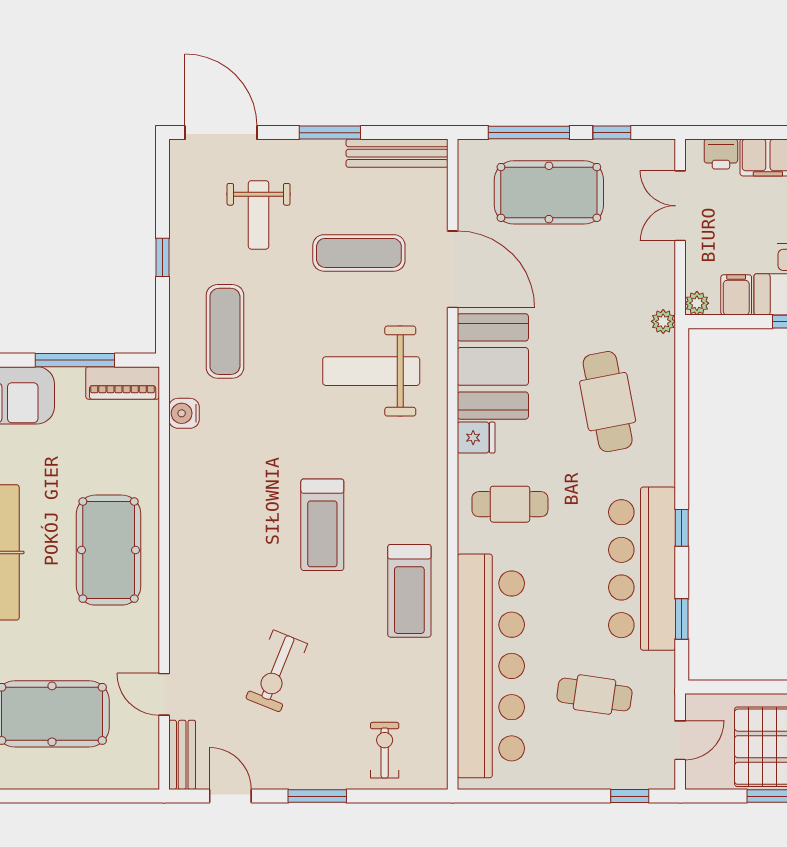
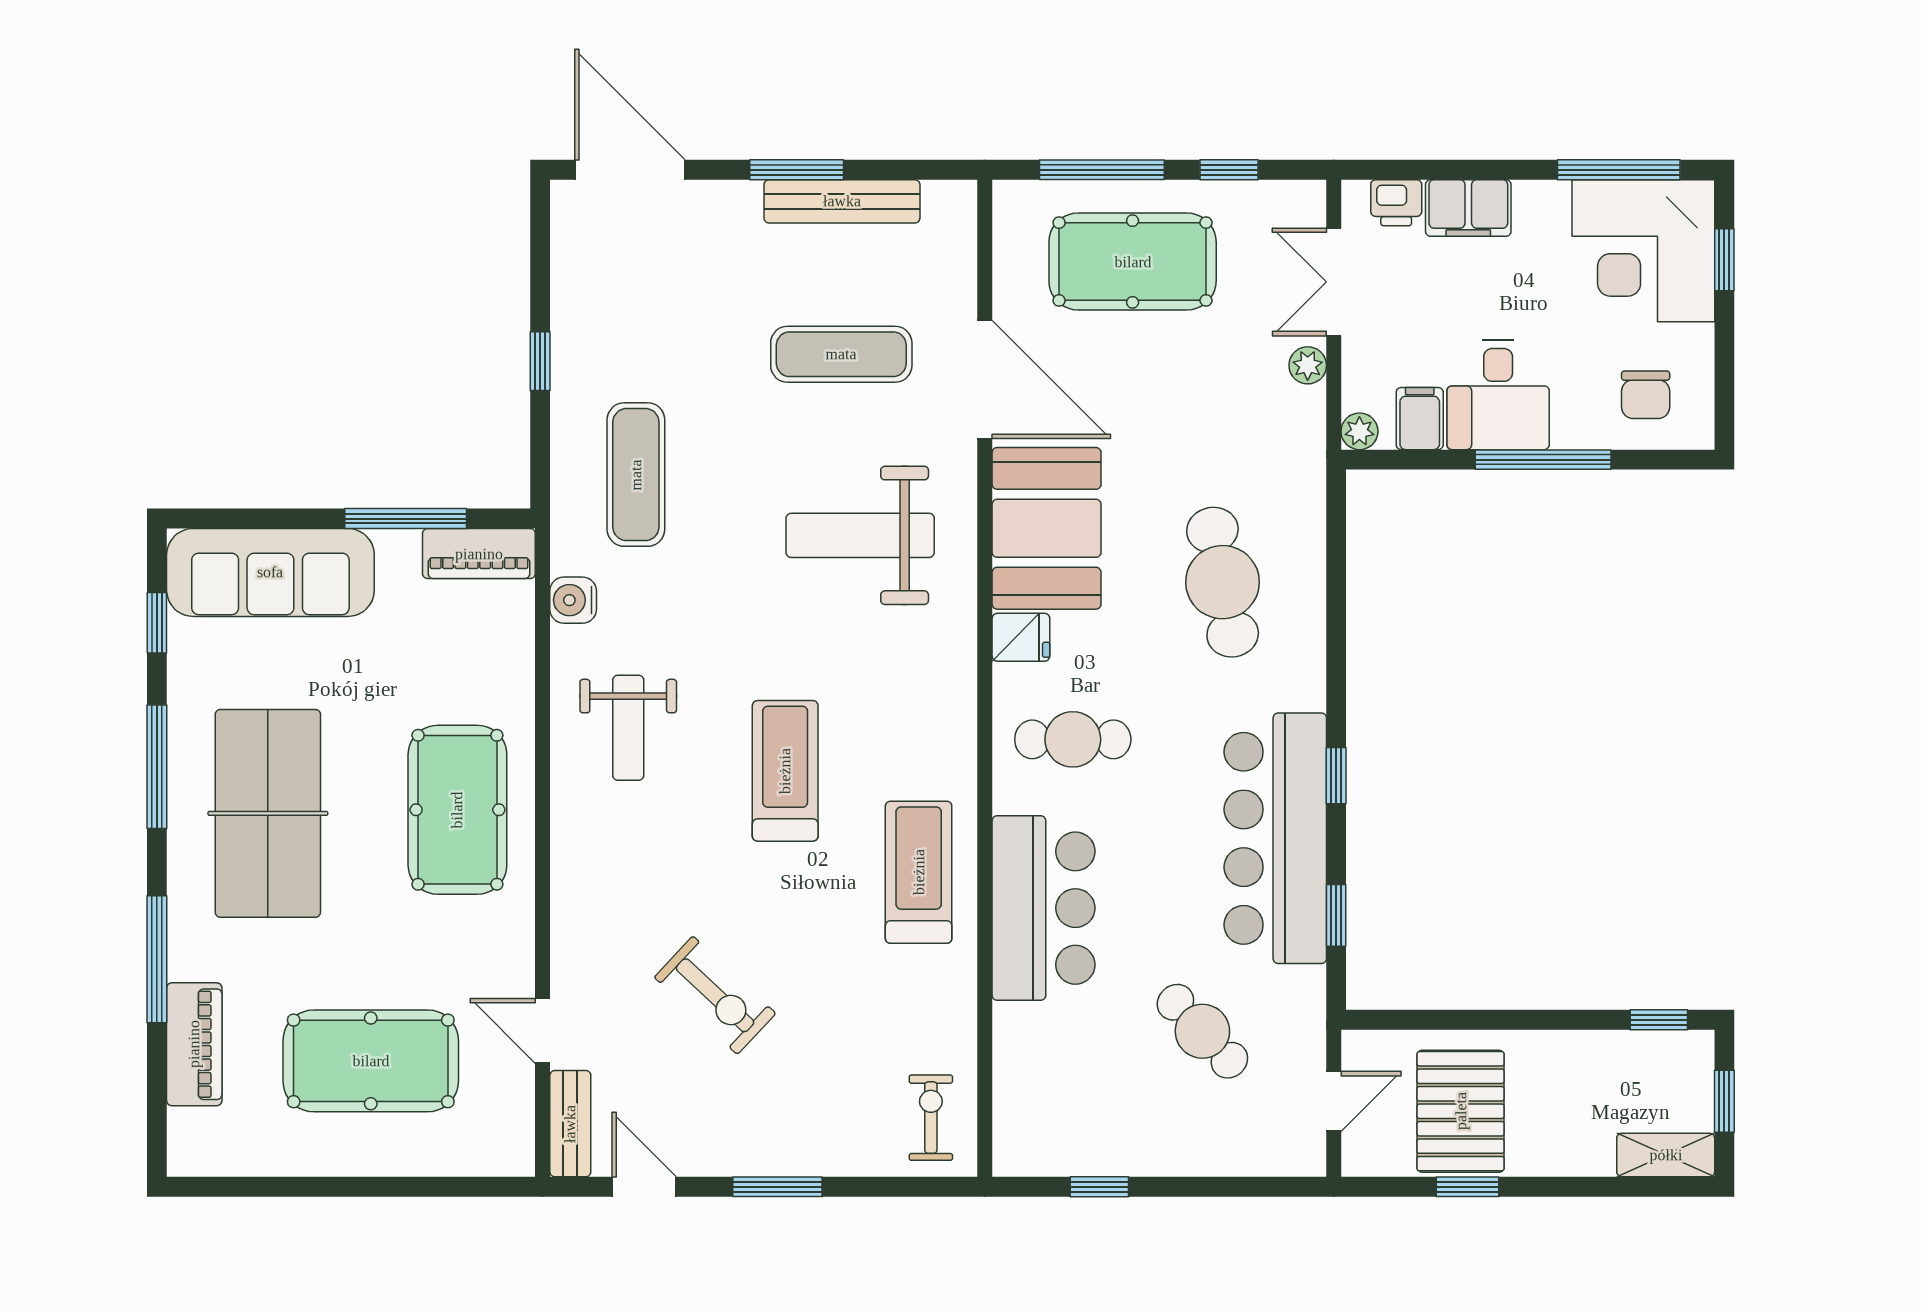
bench: (397, 153) -> (842, 201), moved
weight bench: (259, 215) -> (628, 728), moved
plant: (663, 321) -> (1308, 365), moved
treadmill: (322, 525) -> (785, 771), turned 180
treadmill: (409, 591) -> (919, 872), turned 180
bar counter: (491, 666) -> (1044, 908), width x0.54
exercise bike: (277, 671) -> (715, 995), turned -69
cafe table: (594, 695) -> (1202, 1031), turned 39
exercise bike: (385, 750) -> (931, 1118), moved
window: (630, 796) -> (1099, 1187), moved

